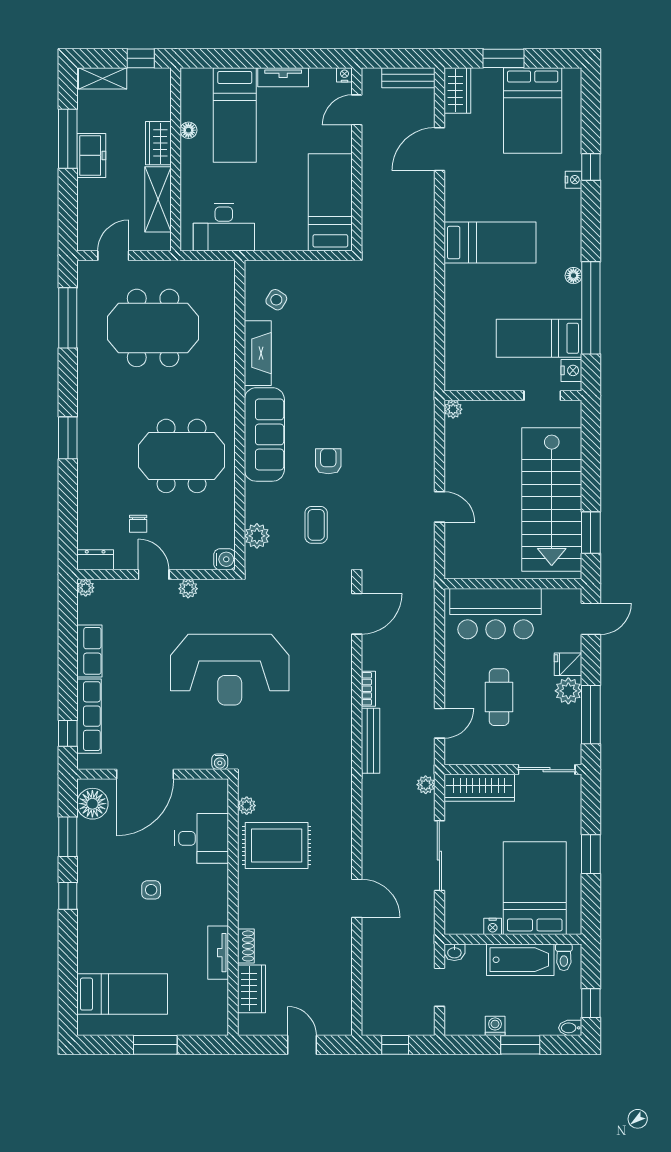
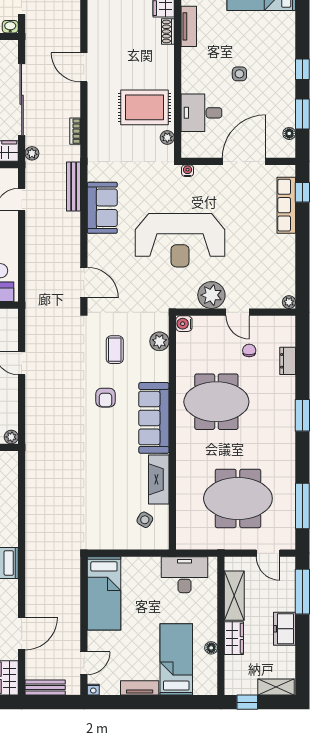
window: (68, 139) -> (302, 592), moved
door: (113, 256) -> (268, 553), hinge flipped
dresser: (95, 560) -> (288, 361), moved, turned 90
plant: (188, 589) -> (211, 295), width x1.87, depth x1.87
door: (357, 614) -> (84, 283), swing flipped
row of seats: (89, 651) -> (286, 254), removed
reception desk: (230, 670) -> (180, 240), turned 180
bookcase: (368, 689) -> (75, 131), moved
sofa: (333, 713) -> (102, 208), added
floor lamp: (92, 804) -> (289, 133), width x0.53, depth x0.53
sliding door: (439, 856) -> (22, 100), width x1.36

